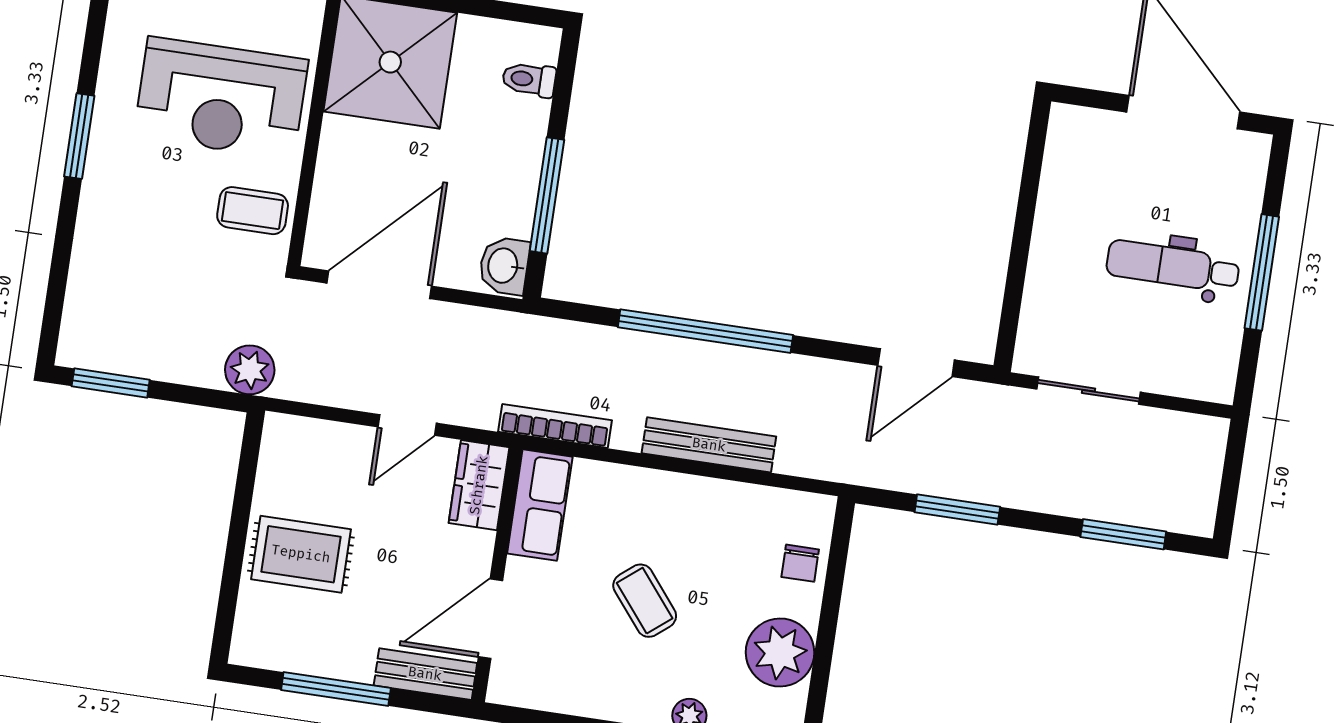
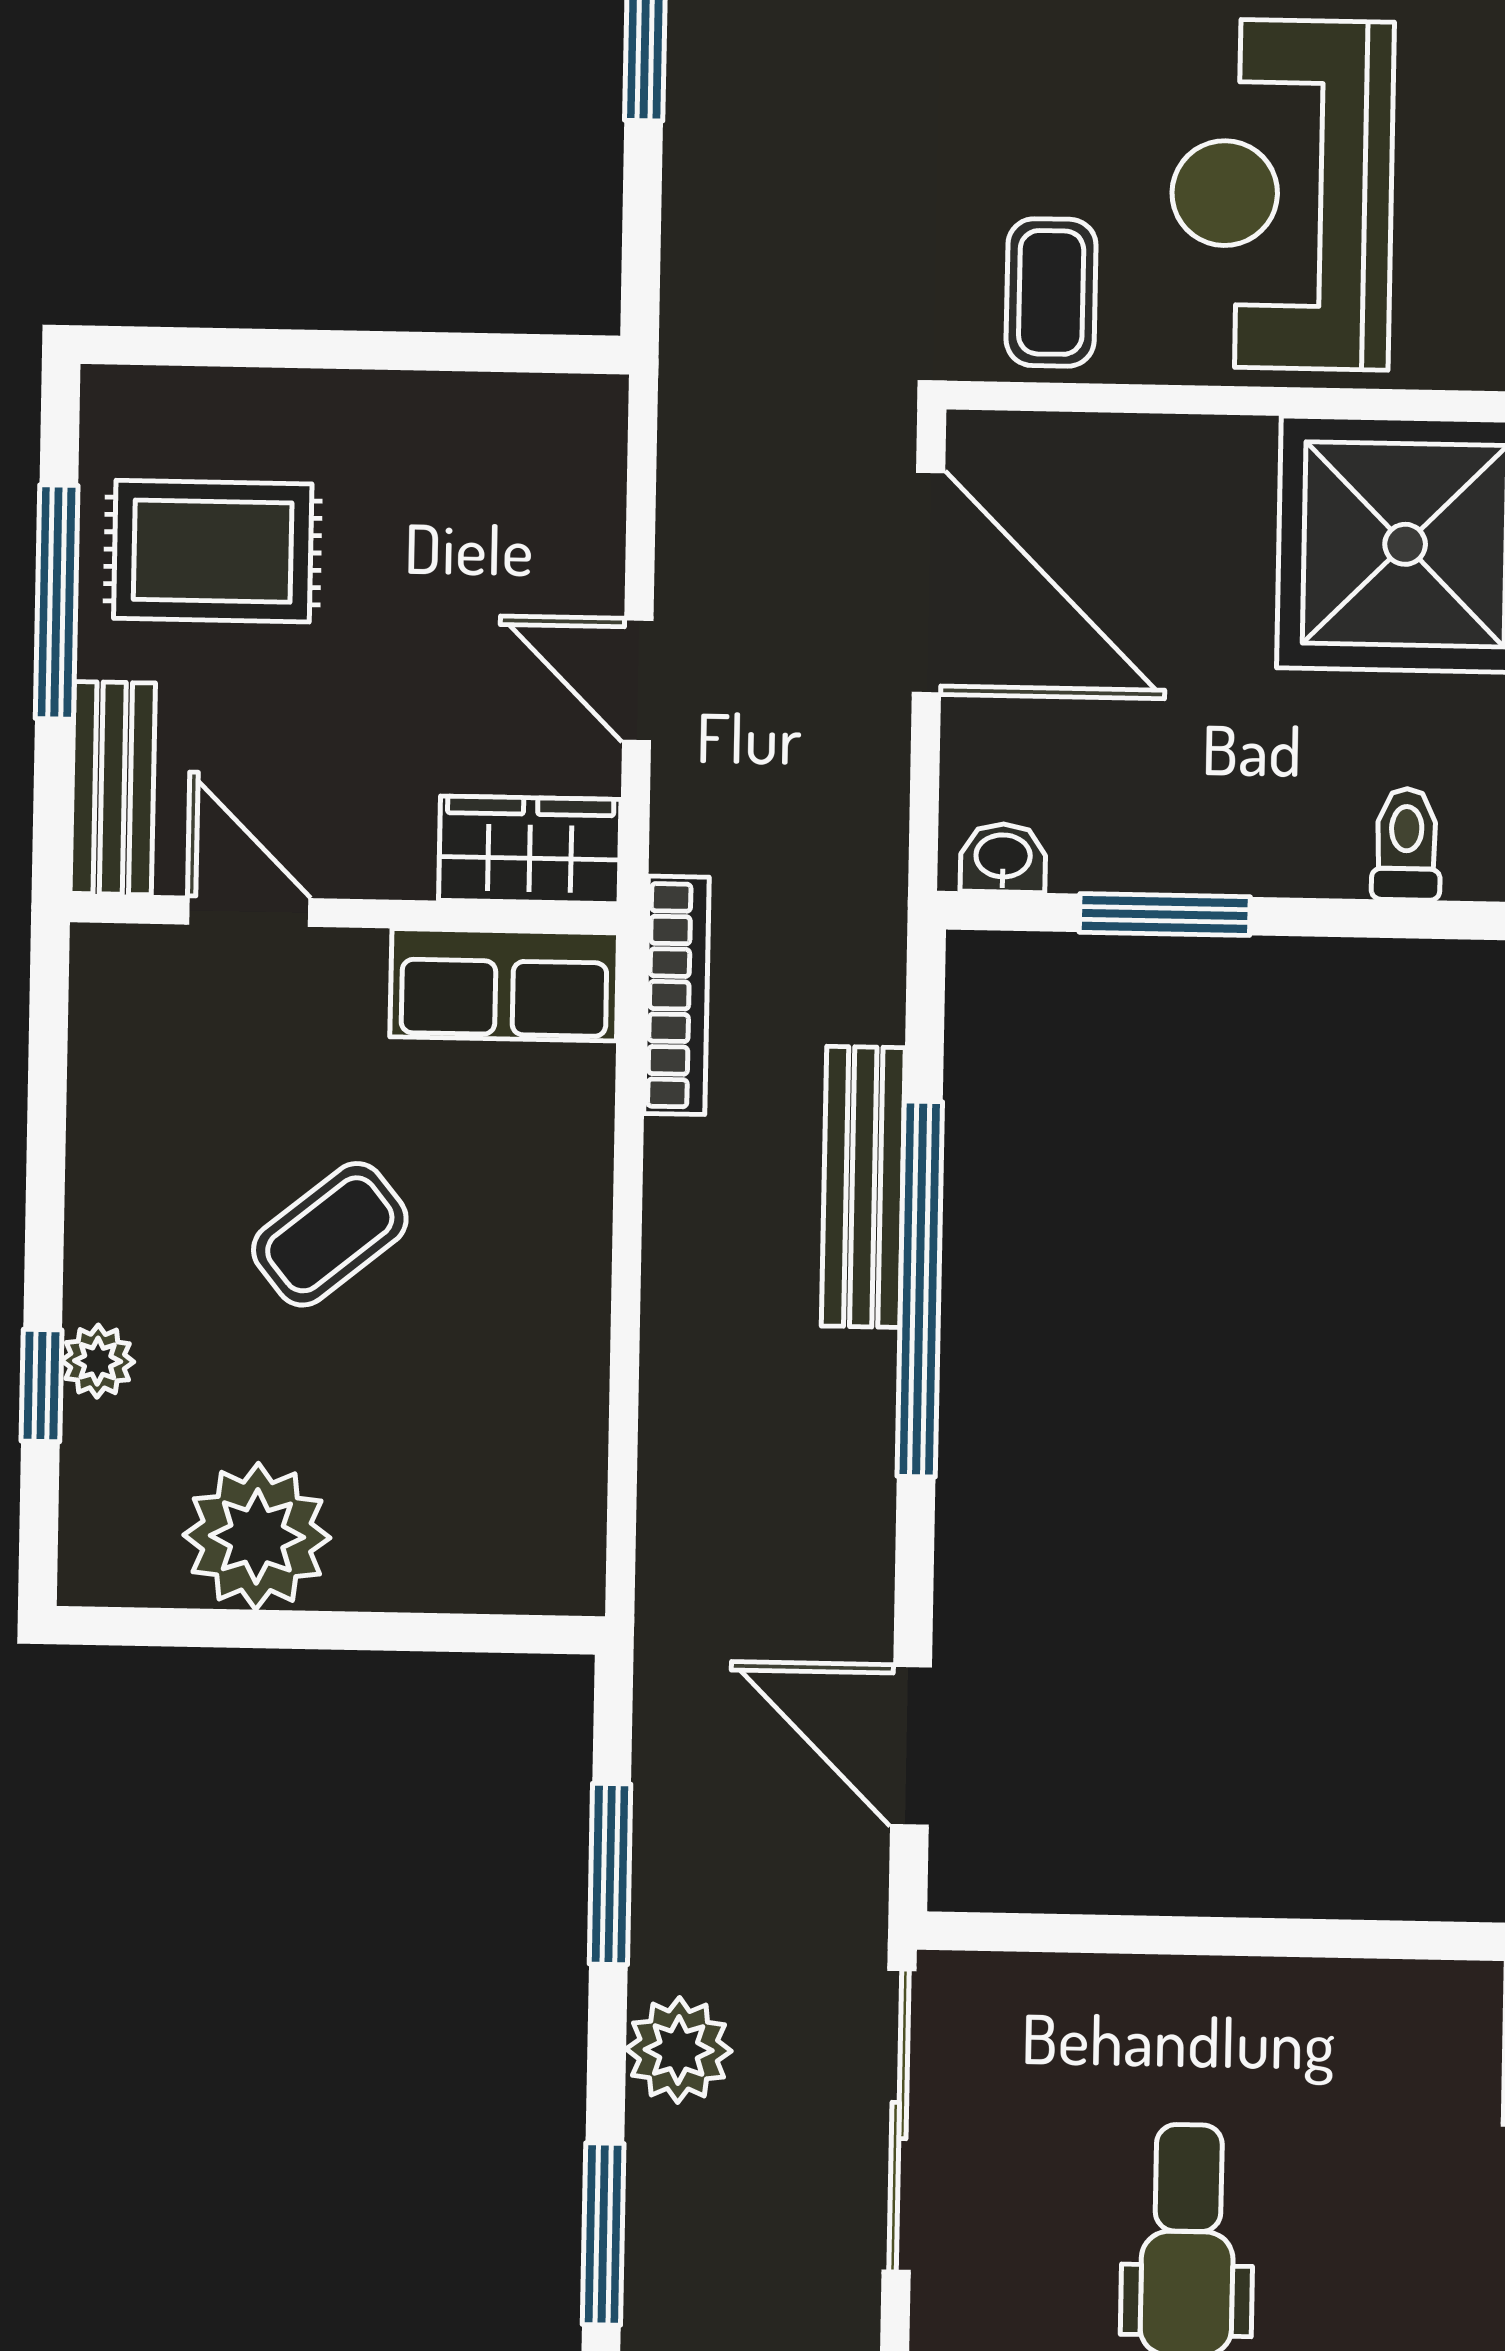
window: (547, 195) -> (1165, 914), width x0.69
washbasin: (504, 266) -> (1003, 858), width x0.72, depth x0.69
plant: (250, 370) -> (679, 2050), moved
sliding door: (1089, 391) -> (899, 2120), width x1.37
bench: (709, 445) -> (863, 1187), moved
rug: (301, 554) -> (213, 551), moved, turned 90
chair: (800, 563) -> (452, 1555), removed
door: (490, 619) -> (249, 911), width x0.73

